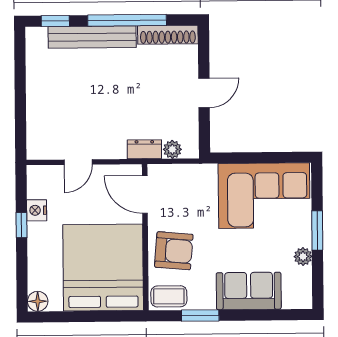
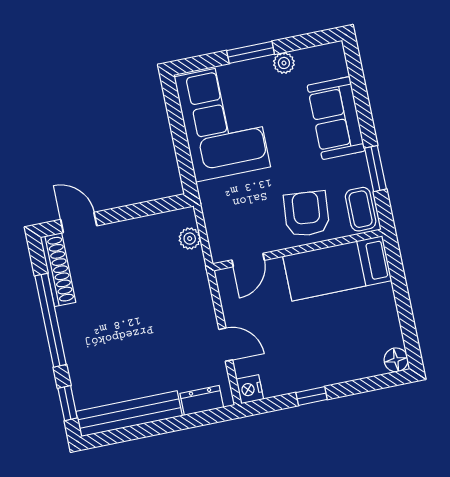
bench: (92, 37) -> (129, 414), moved, turned 90
door: (204, 93) -> (79, 223), moved
dresser: (144, 149) -> (202, 400), moved, turned 90
door: (145, 194) -> (248, 260), width x0.73
nightstand: (37, 210) -> (250, 389), moved, turned 90
bed: (103, 268) -> (337, 268), width x0.49

